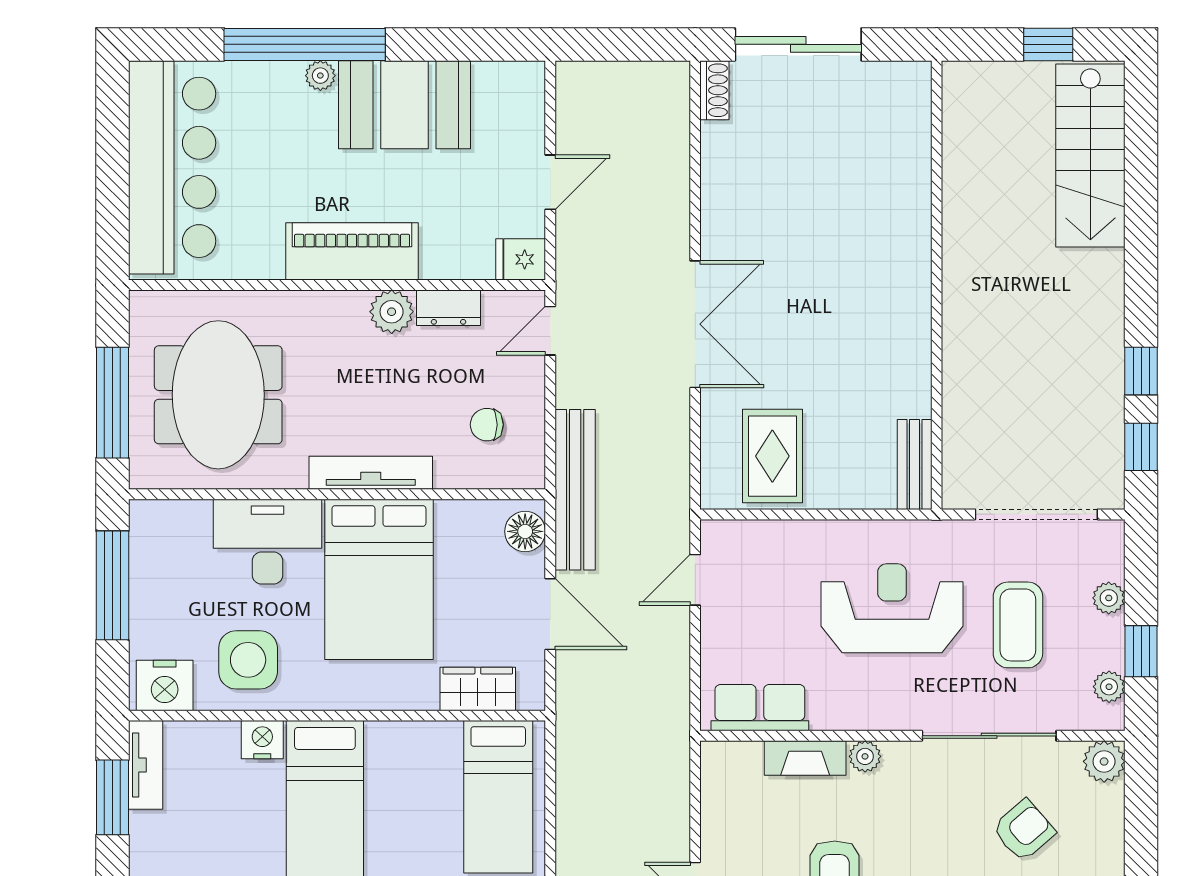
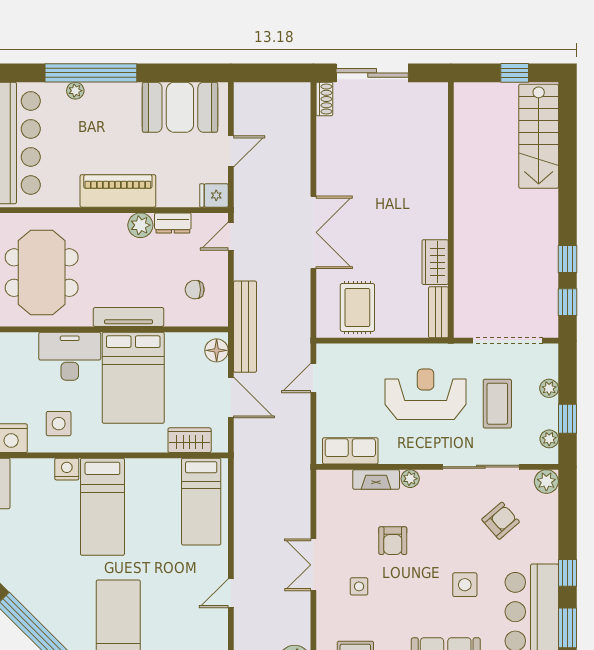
plant: (320, 76) -> (75, 91), moved
booth: (404, 105) -> (180, 107), moved
wardrobe: (909, 376) -> (435, 262), added
side table: (248, 660) -> (59, 424), width x0.73, depth x0.73

